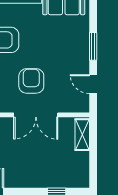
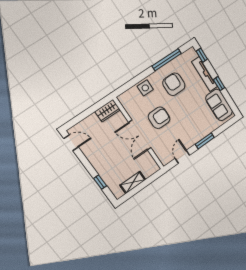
shelving: (82, 135) -> (133, 182), moved

